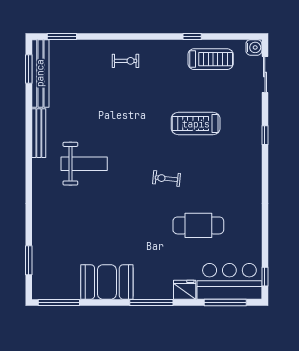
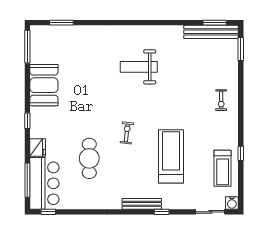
treadmill: (196, 124) -> (171, 156), width x1.37, depth x1.38
bench: (39, 133) -> (142, 204), moved
weight bench: (84, 164) -> (139, 67), turned 90
window: (151, 303) -> (27, 121), width x0.46

